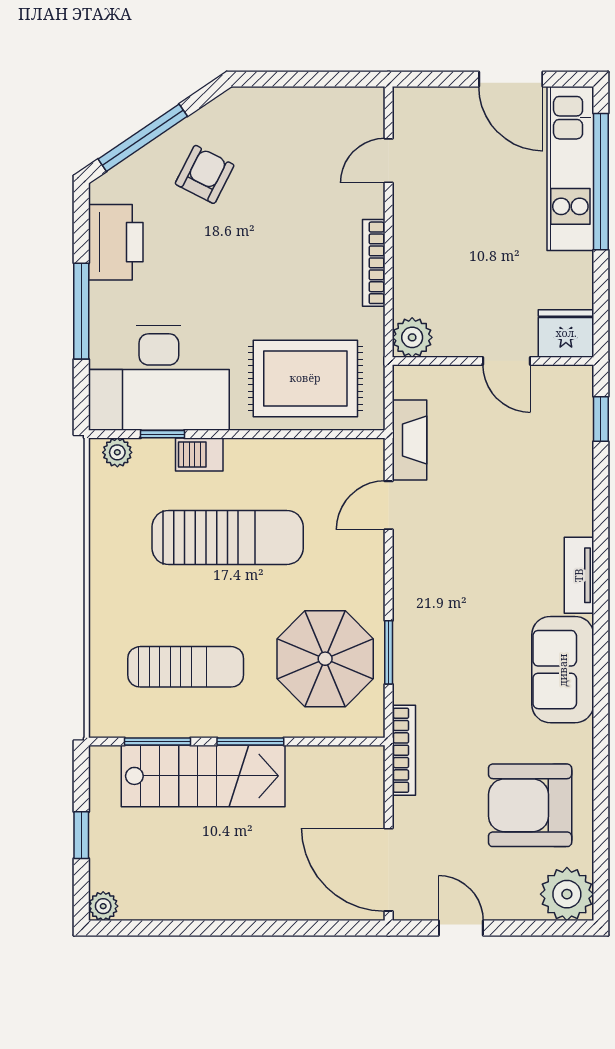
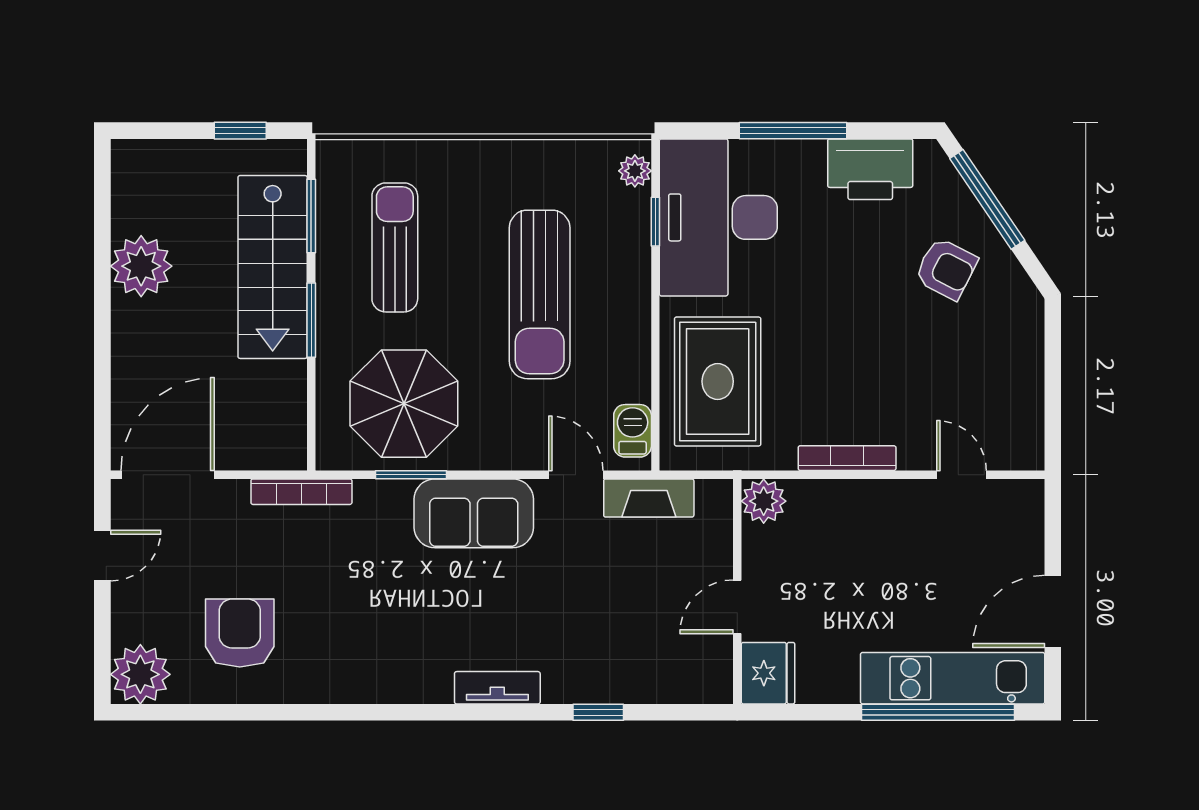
window: (601, 419) -> (598, 712), moved
barbecue: (199, 454) -> (633, 431), moved
sun lounger: (186, 667) -> (395, 247), turned 180
sofa: (563, 670) -> (474, 513), moved, turned 180
armchair: (530, 805) -> (240, 633), width x0.73, depth x0.73
window: (81, 835) -> (240, 131), moved
plant: (103, 906) -> (141, 266), moved, width x1.87, depth x1.87

